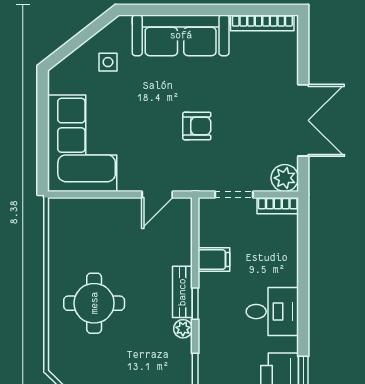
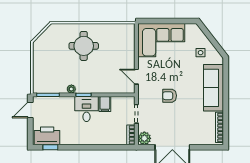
armchair: (197, 126) -> (170, 96), turned 90
bench: (182, 292) -> (89, 89), removed
desk: (272, 312) -> (86, 109), moved, turned 180

